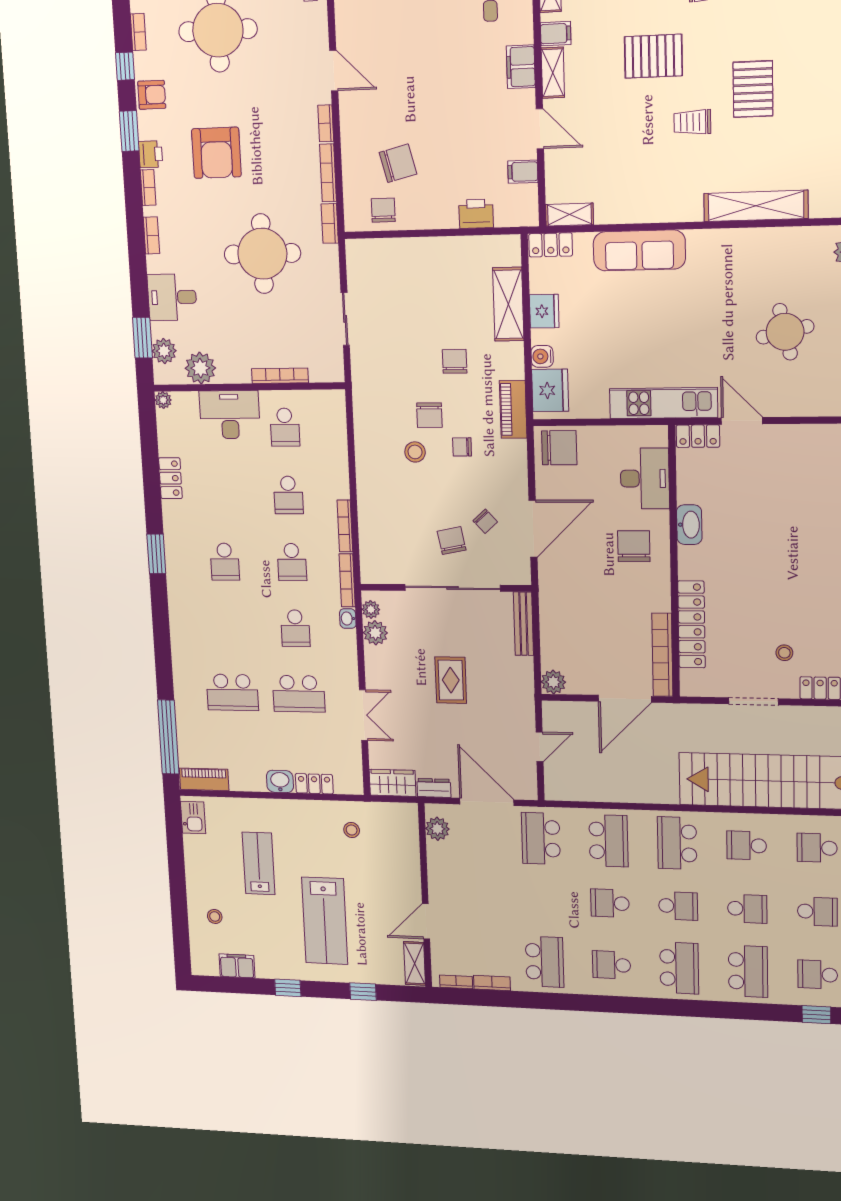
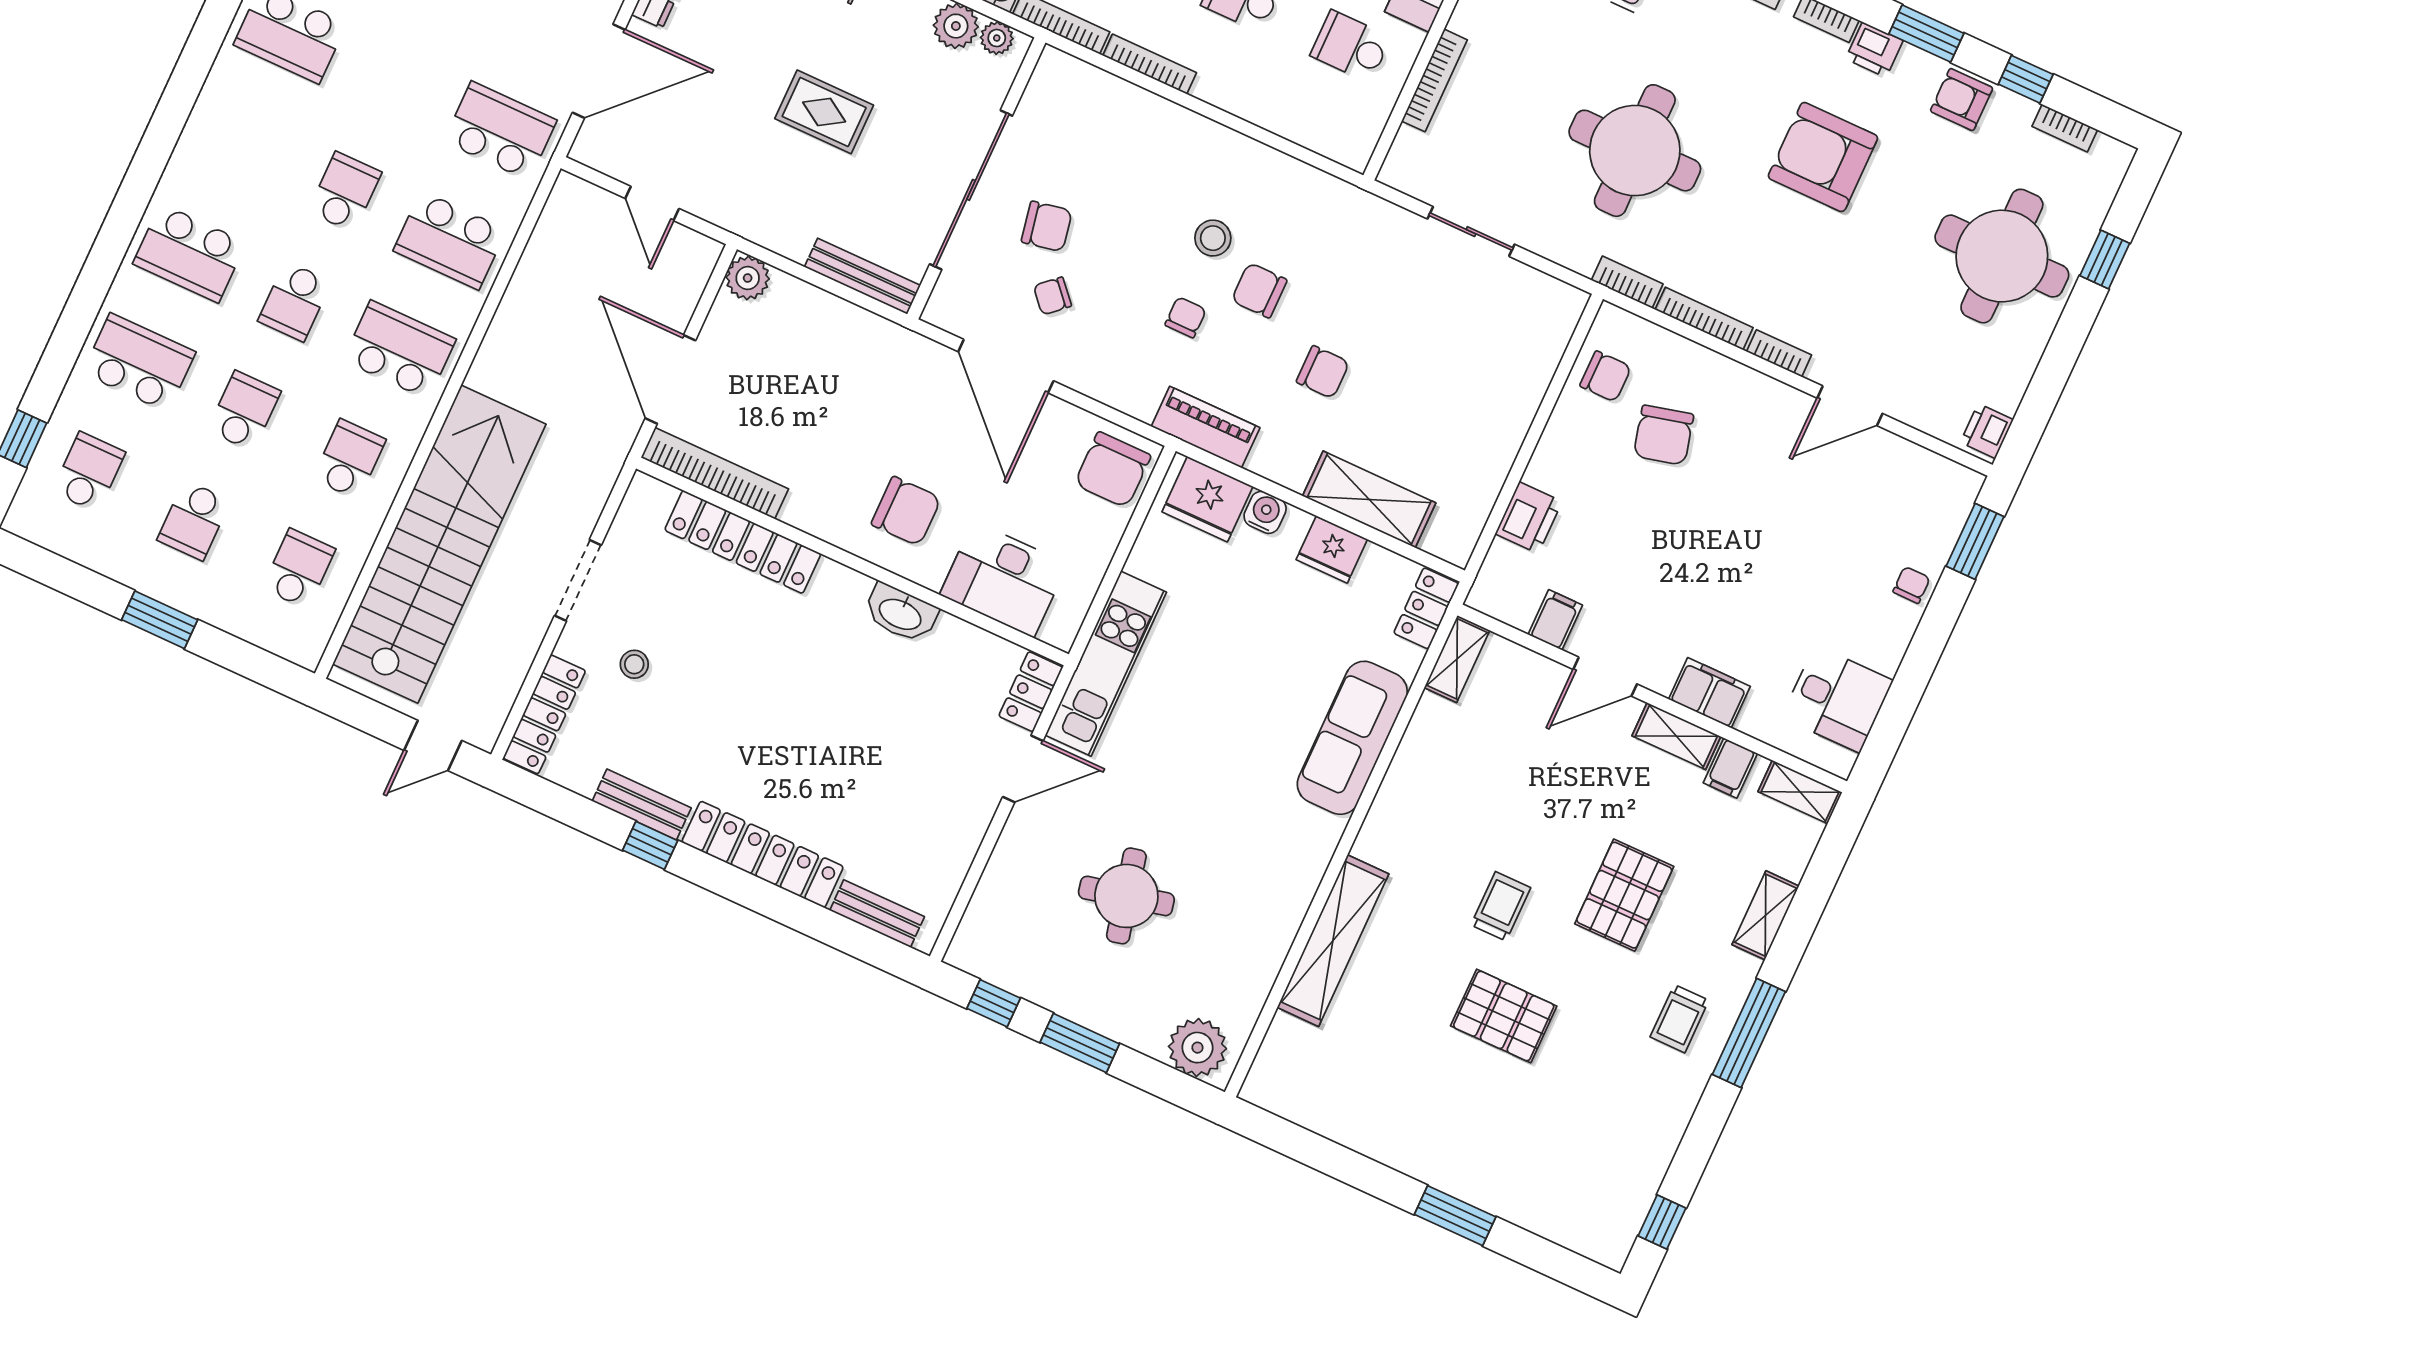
armchair: (152, 95) -> (1962, 100), turned 90
school desk: (747, 909) -> (244, 411), turned 180
school desk: (611, 965) -> (240, 144), removed
school desk: (748, 971) -> (139, 363), turned 180

